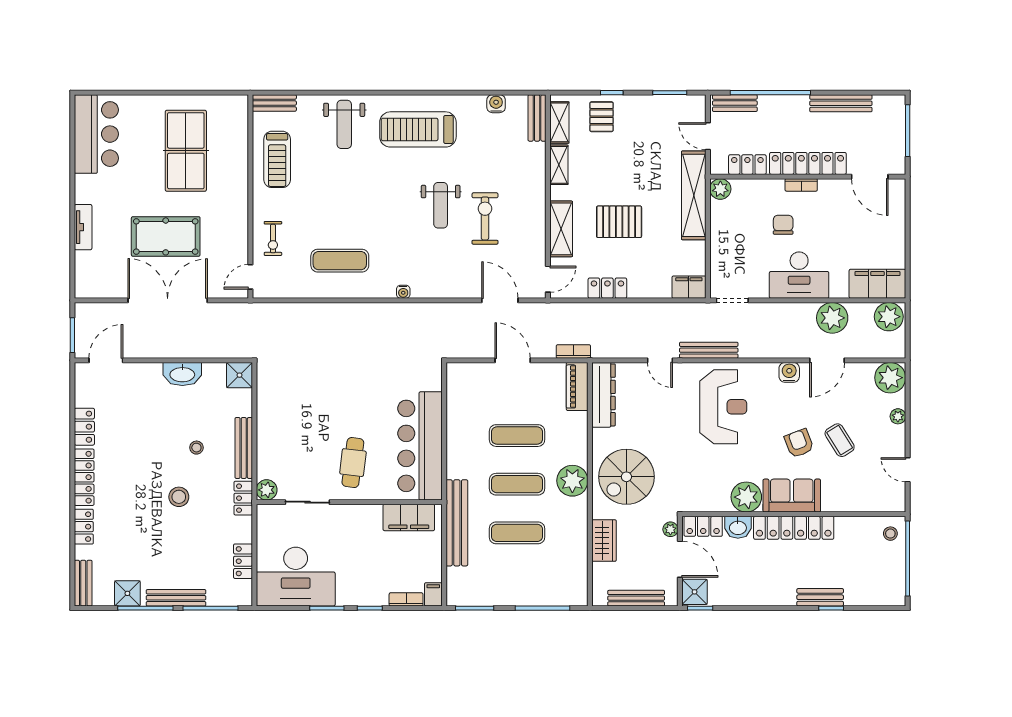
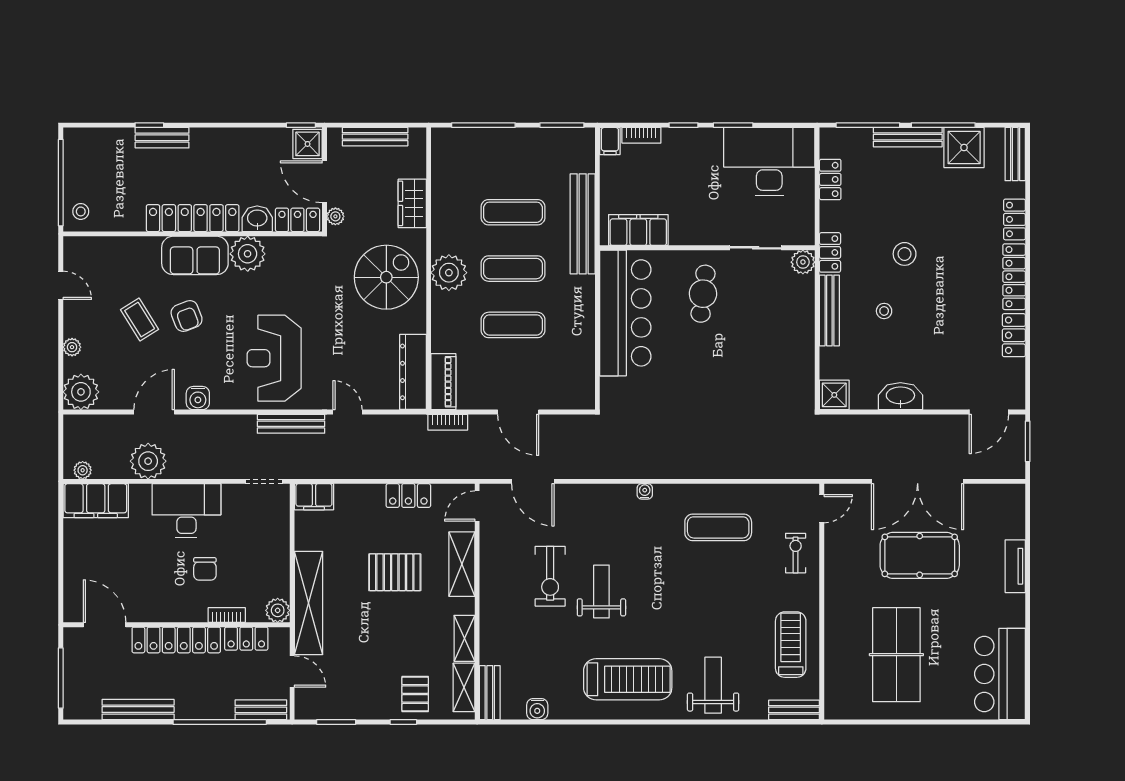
bookcase: (801, 185) -> (227, 615), moved
plant: (889, 317) -> (83, 470), width x0.53, depth x0.53
shower: (127, 593) -> (964, 148), width x1.36, depth x1.36

